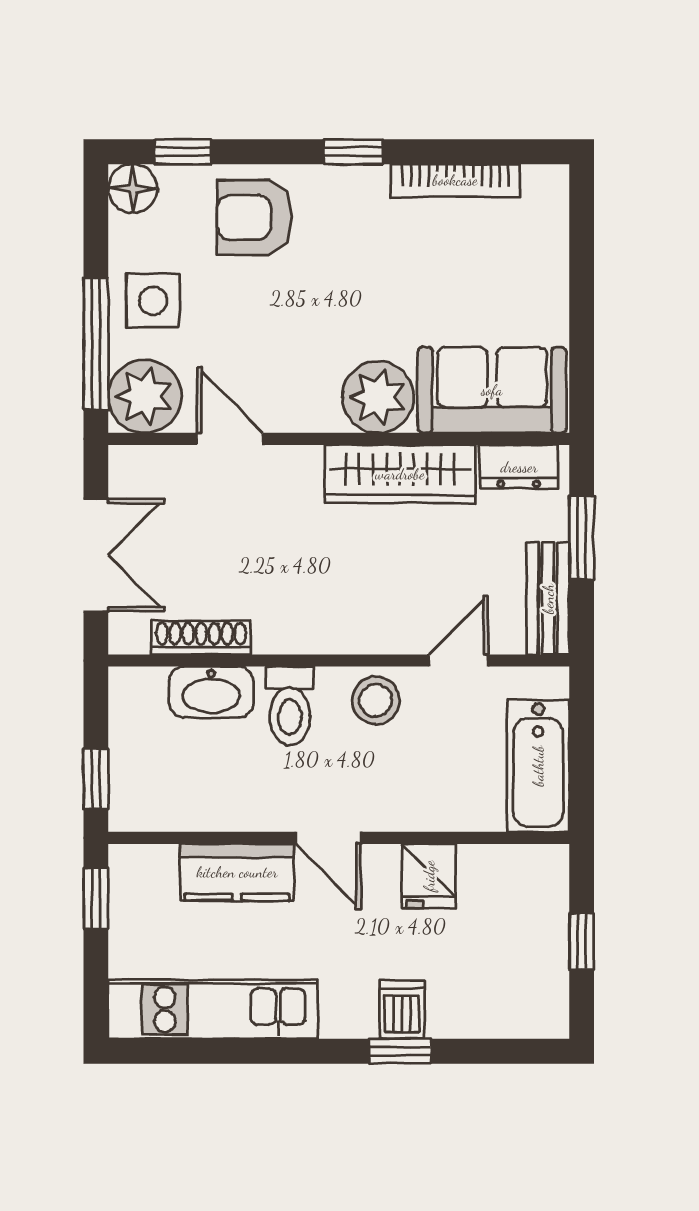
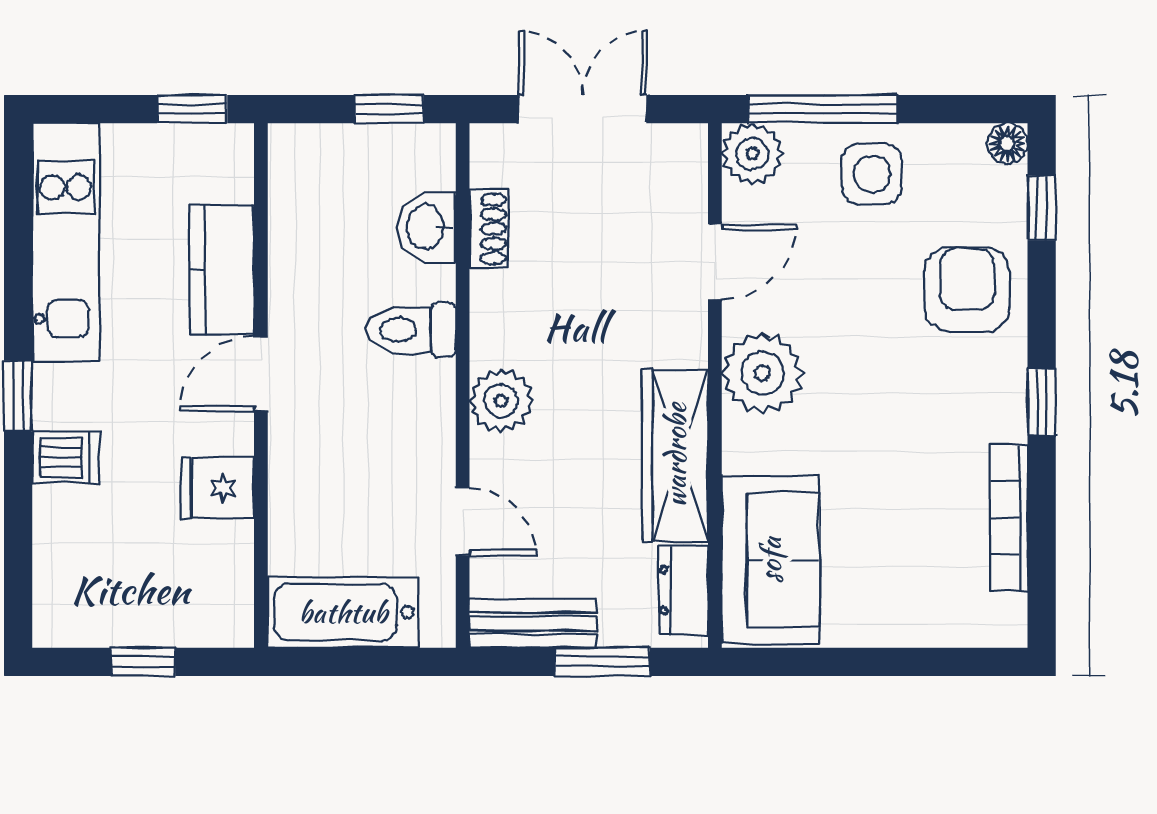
floor lamp: (133, 189) -> (1007, 143), width x0.73, depth x0.73
plant: (145, 396) -> (752, 154), width x0.73, depth x0.73
plant: (378, 397) -> (762, 373), moved
double door: (96, 555) -> (582, 109), swing flipped
plant: (352, 627) -> (501, 401), added
shoe rack: (201, 638) -> (489, 229), width x0.70
washbasin: (211, 692) -> (427, 227), width x0.72
stool: (376, 700) -> (417, 428), removed
window: (96, 779) -> (389, 109), moved
window: (400, 1051) -> (18, 396), moved

